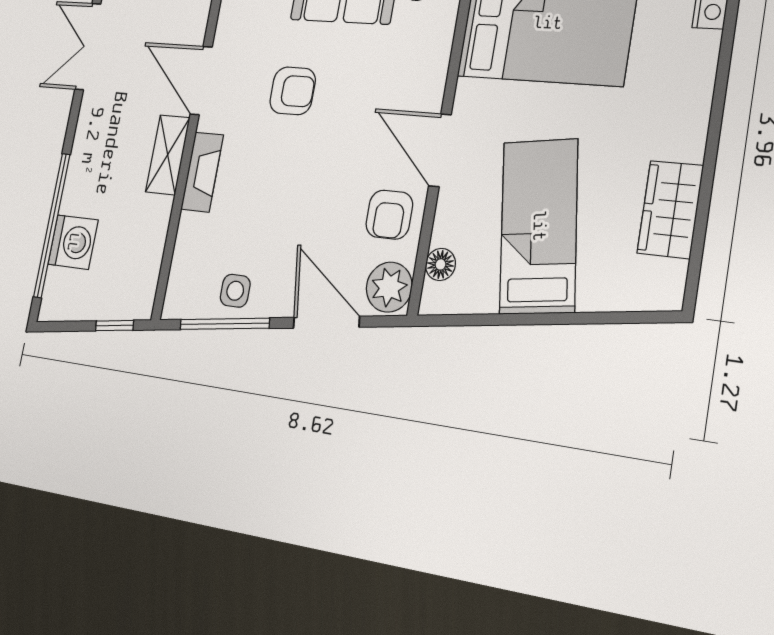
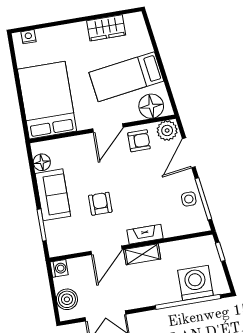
washing machine: (73, 242) -> (195, 283), width x1.37, depth x1.37
floor lamp: (440, 264) -> (151, 106), width x1.89, depth x1.89

